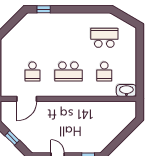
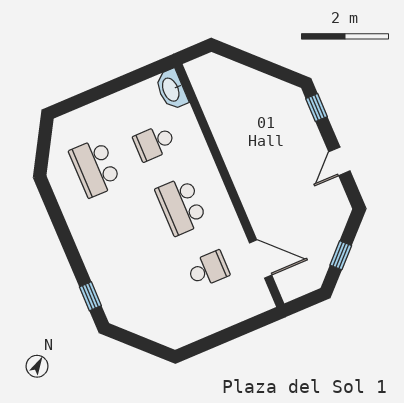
school desk: (68, 71) -> (181, 206), turned 180
school desk: (104, 71) -> (154, 143), turned 180

